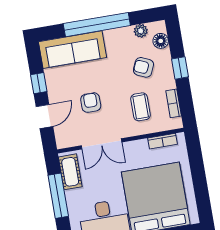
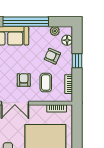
armchair: (91, 103) -> (24, 80), moved

